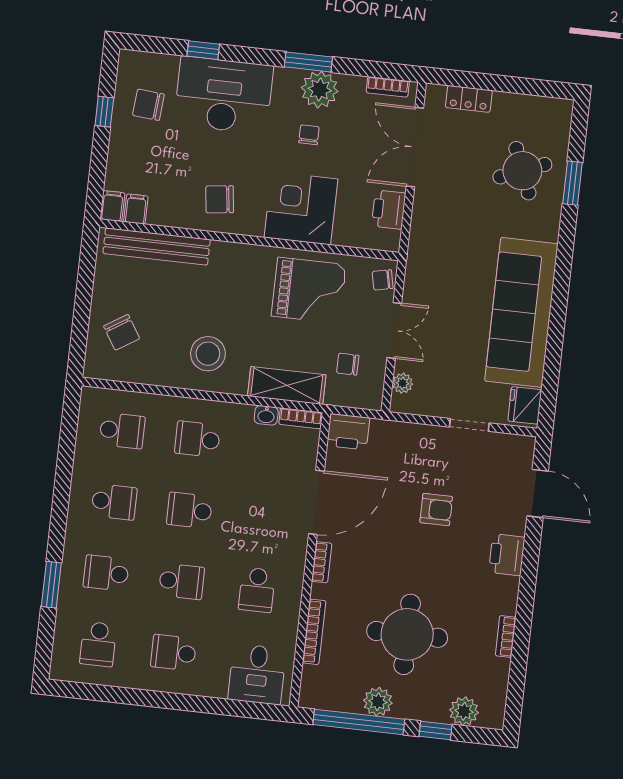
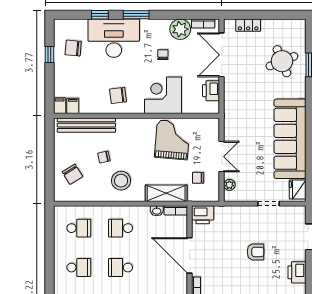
window: (308, 62) -> (136, 15), moved
plant: (320, 90) -> (180, 29), moved
chair: (383, 280) -> (104, 157), moved
grand piano: (309, 290) -> (172, 140), turned -85
door: (316, 502) -> (190, 255), swing flipped

